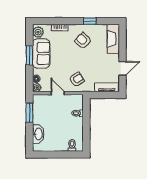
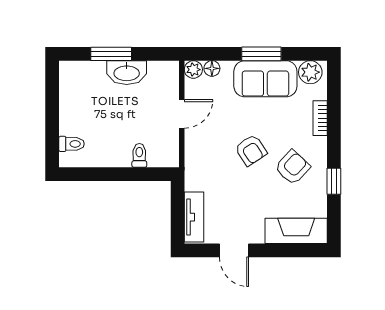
armchair: (77, 80) -> (251, 150), moved
window: (29, 113) -> (111, 54), moved
washbasin: (38, 134) -> (127, 73), moved

